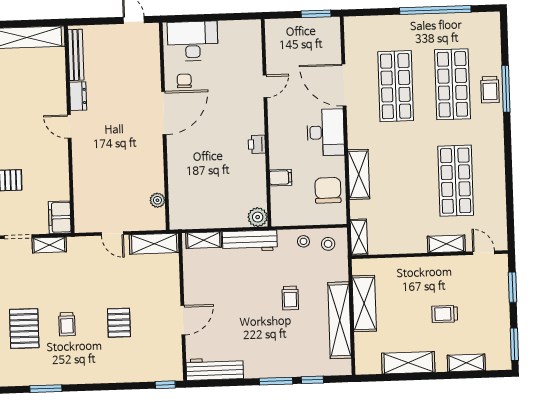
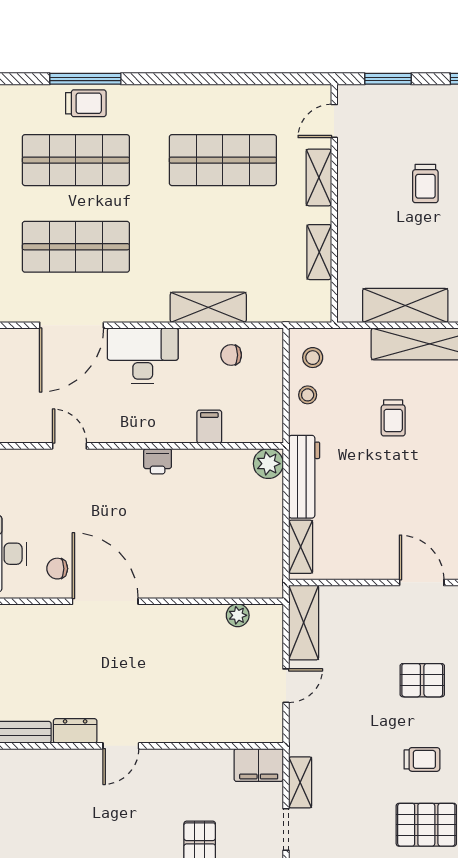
chair: (328, 190) -> (231, 355), width x0.54, depth x0.54
shelving: (359, 237) -> (319, 252), moved, turned 90
trolley: (290, 298) -> (393, 418), turned 90

